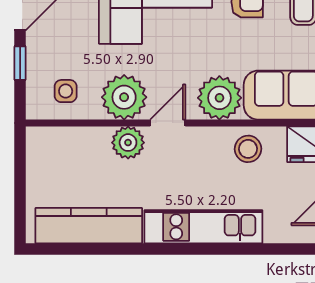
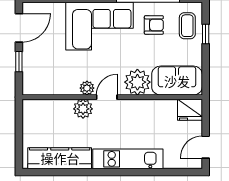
side table: (66, 91) -> (46, 78), removed
plant: (124, 97) -> (87, 88), width x0.53, depth x0.53
stool: (248, 149) -> (154, 113), removed

